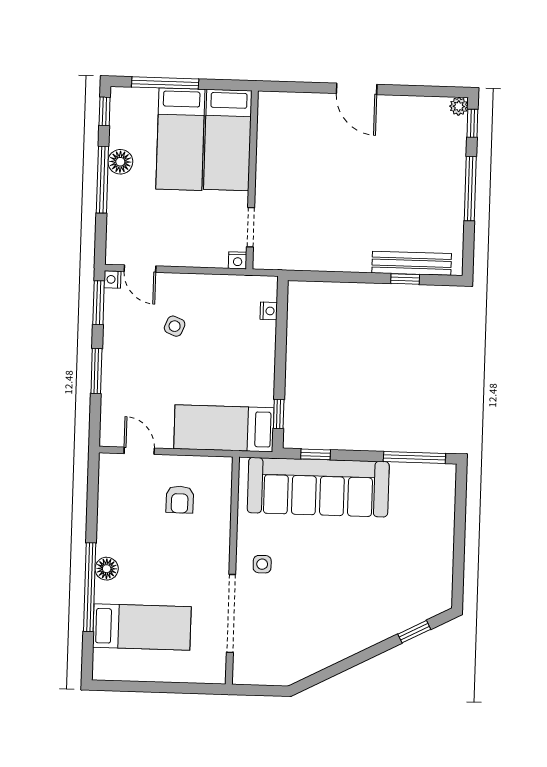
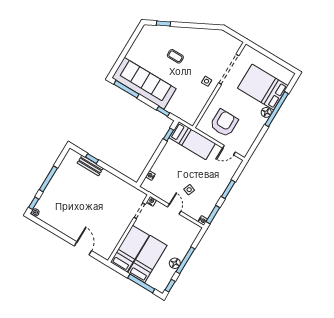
door: (357, 89) -> (83, 248), moved
bench: (412, 263) -> (90, 166), width x0.73
door: (140, 269) -> (174, 209), moved
door: (139, 451) -> (229, 150), hinge flipped
sofa: (318, 487) -> (144, 83), moved
armchair: (180, 500) -> (224, 123), width x1.88, depth x1.88
coffee table: (353, 579) -> (175, 56), added
bed: (142, 627) -> (263, 87), width x1.50

